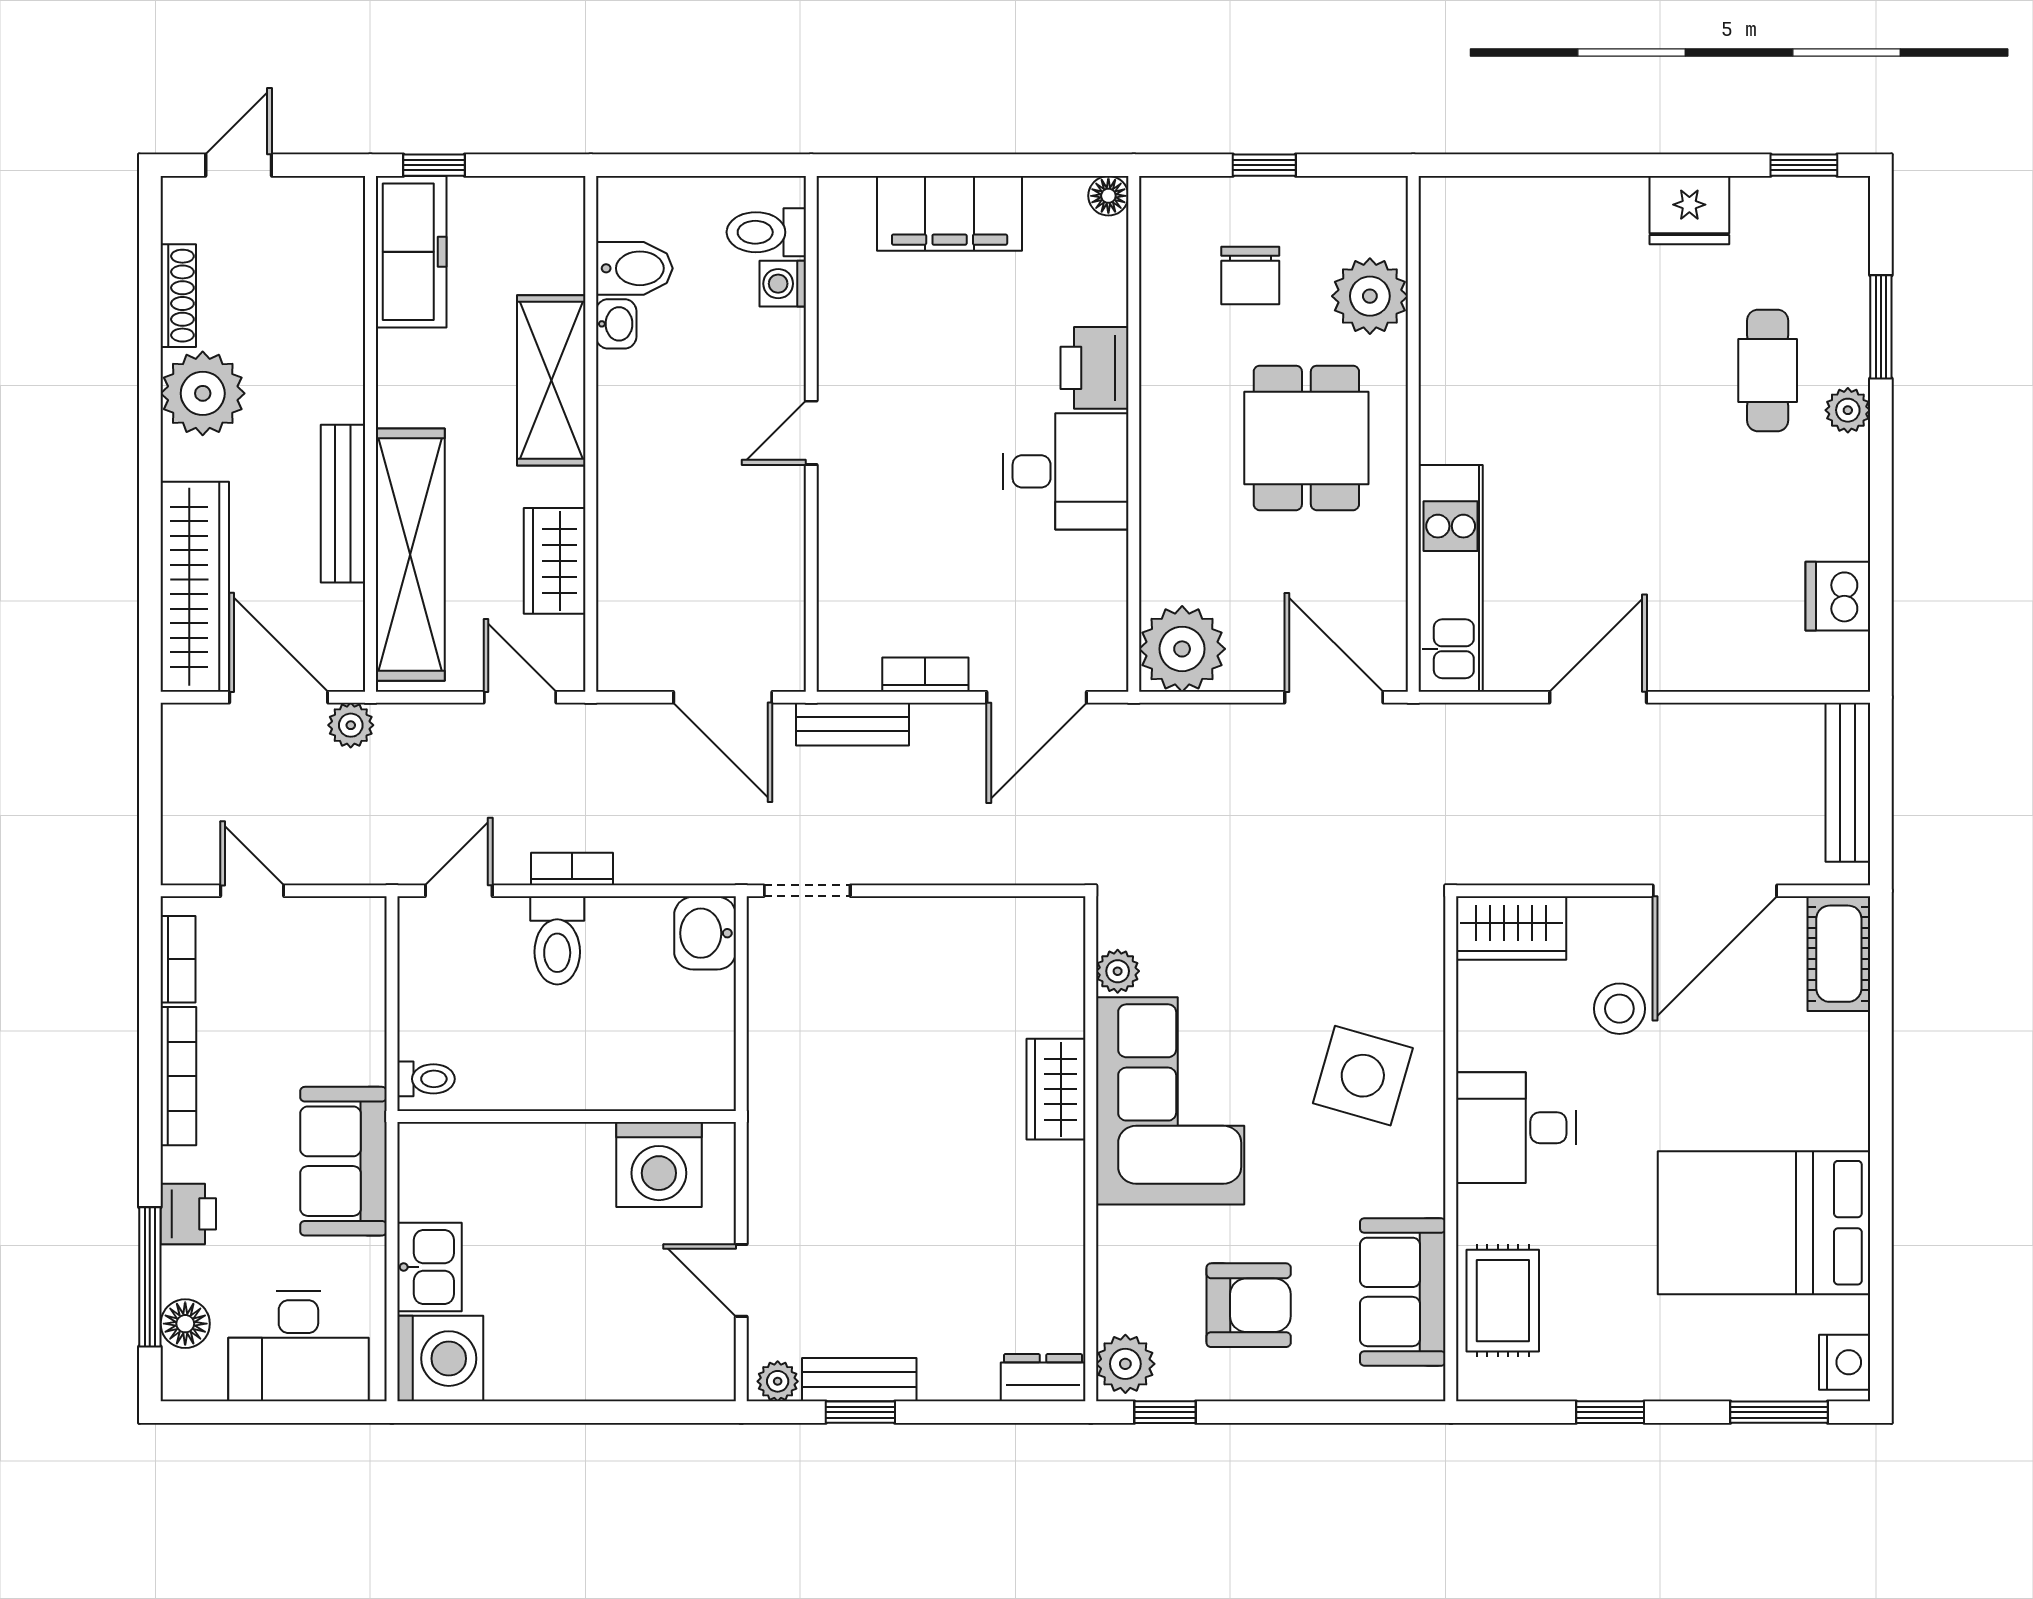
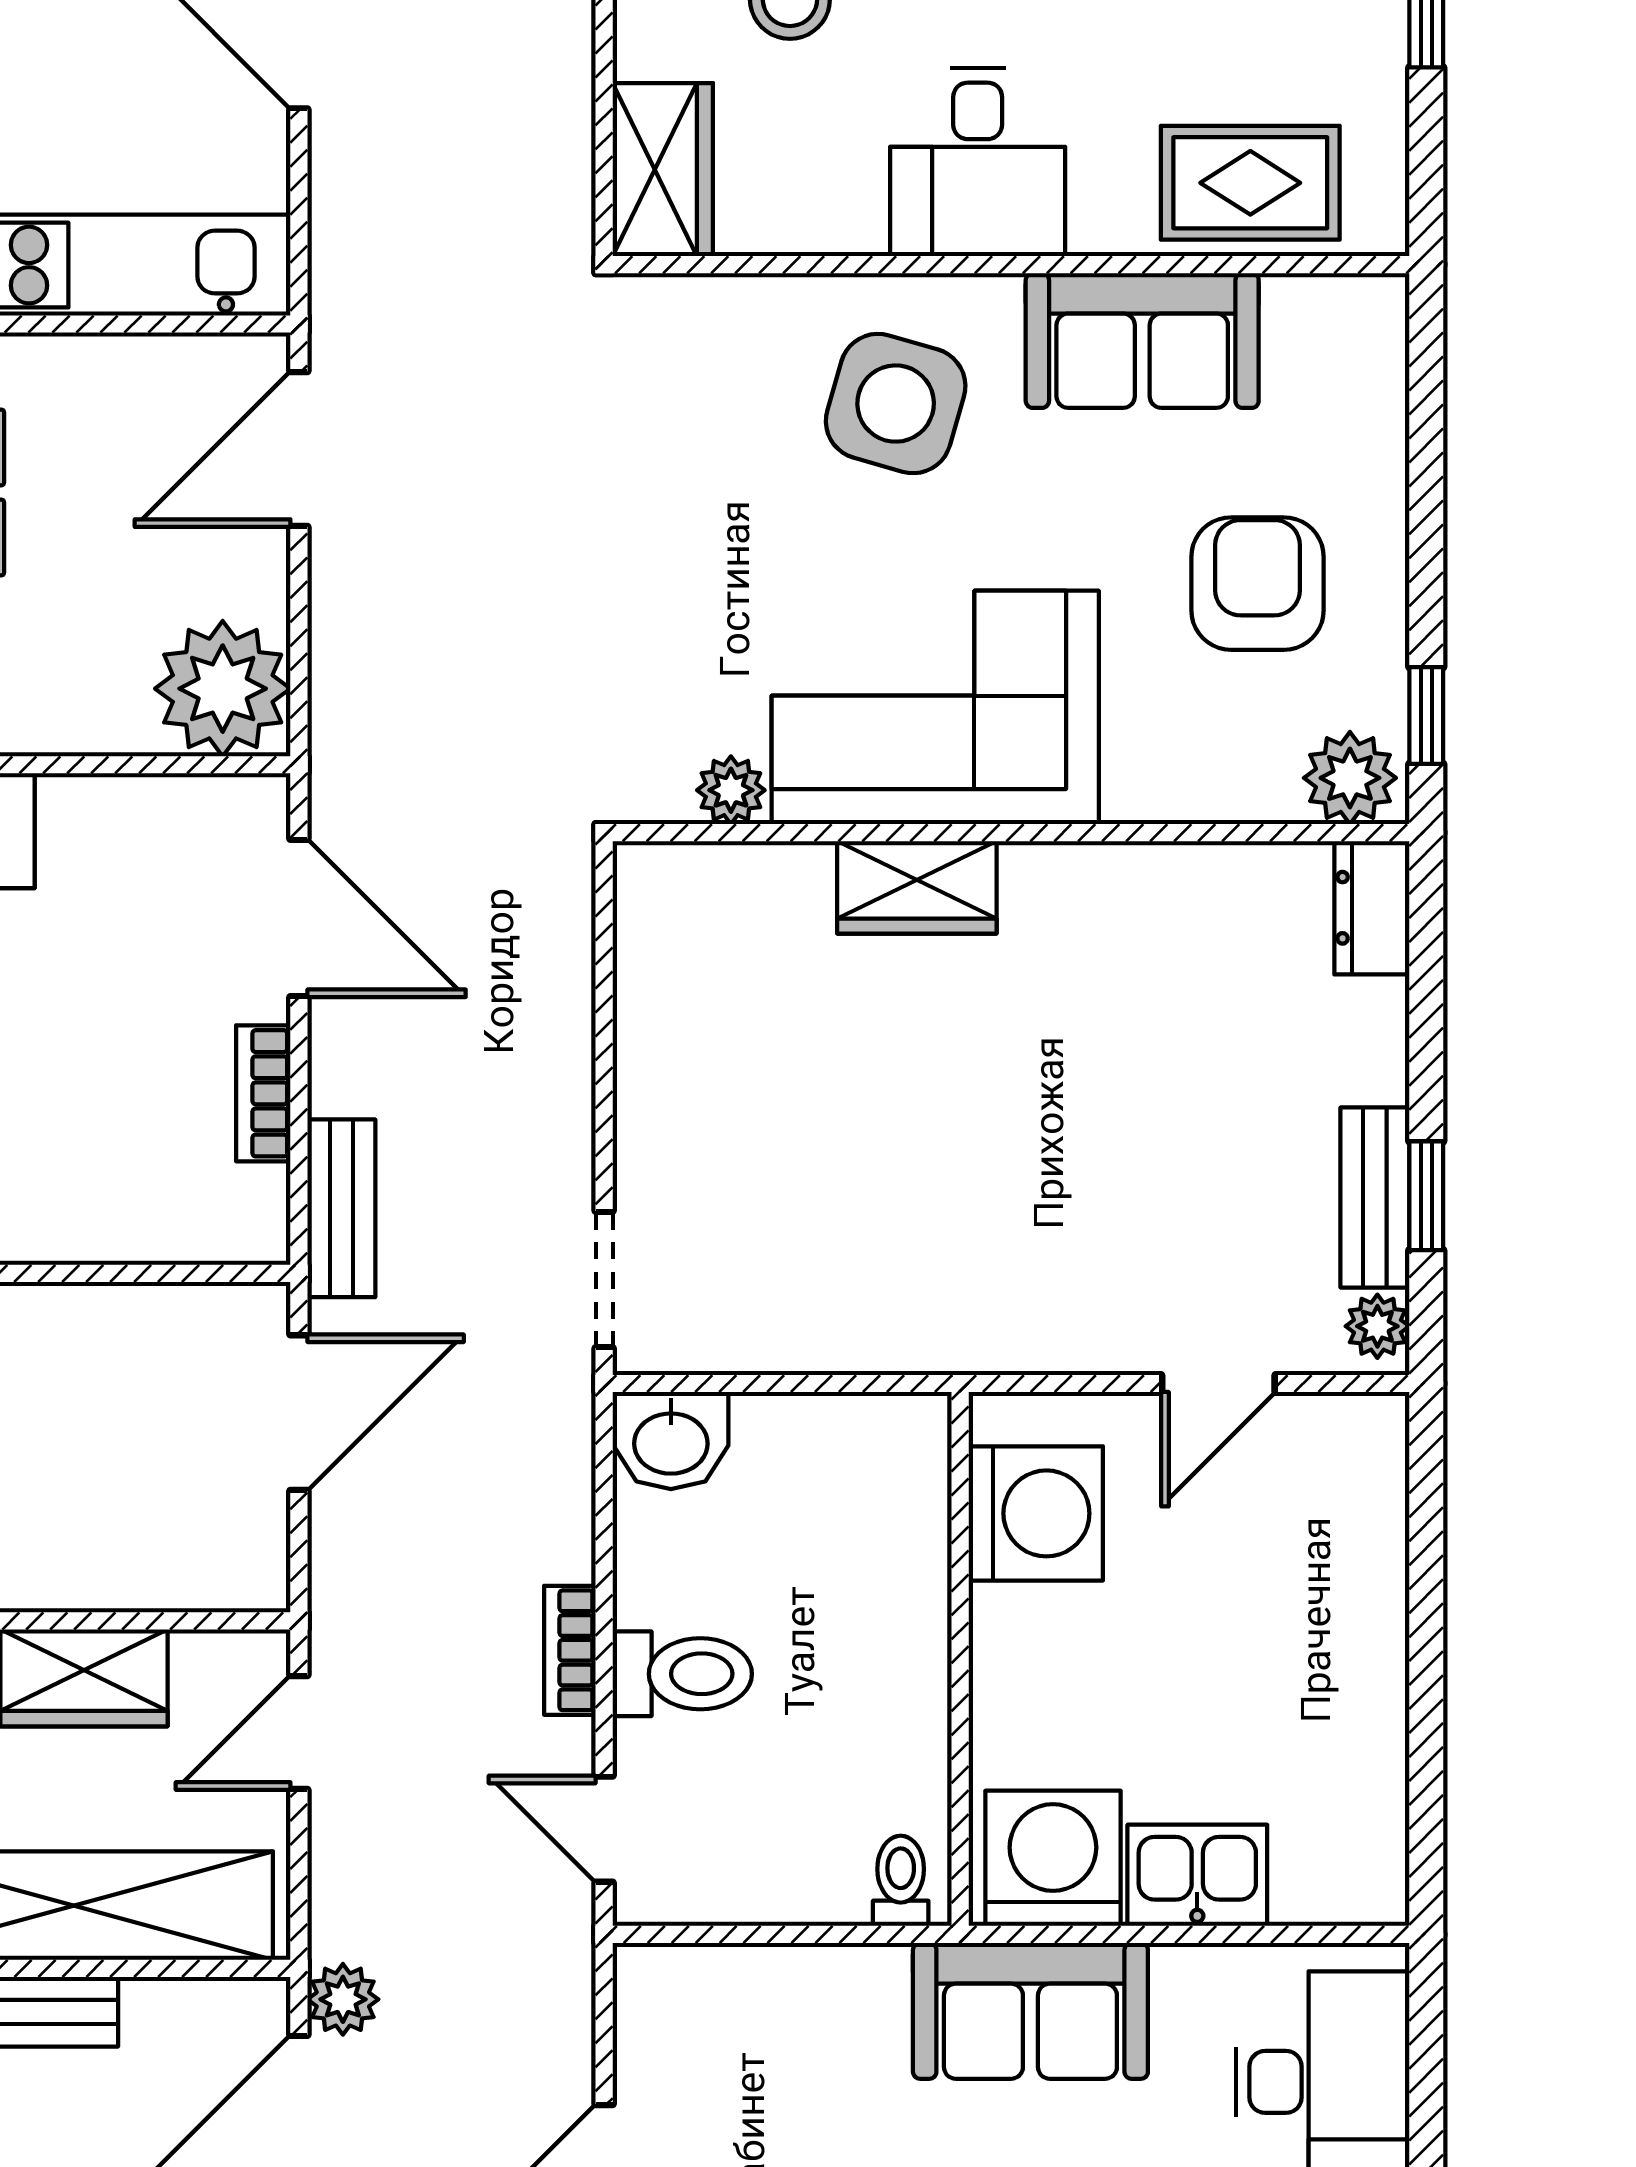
sofa: (1403, 1292) -> (1142, 341), moved
washing machine: (440, 1359) -> (1053, 1858), moved

